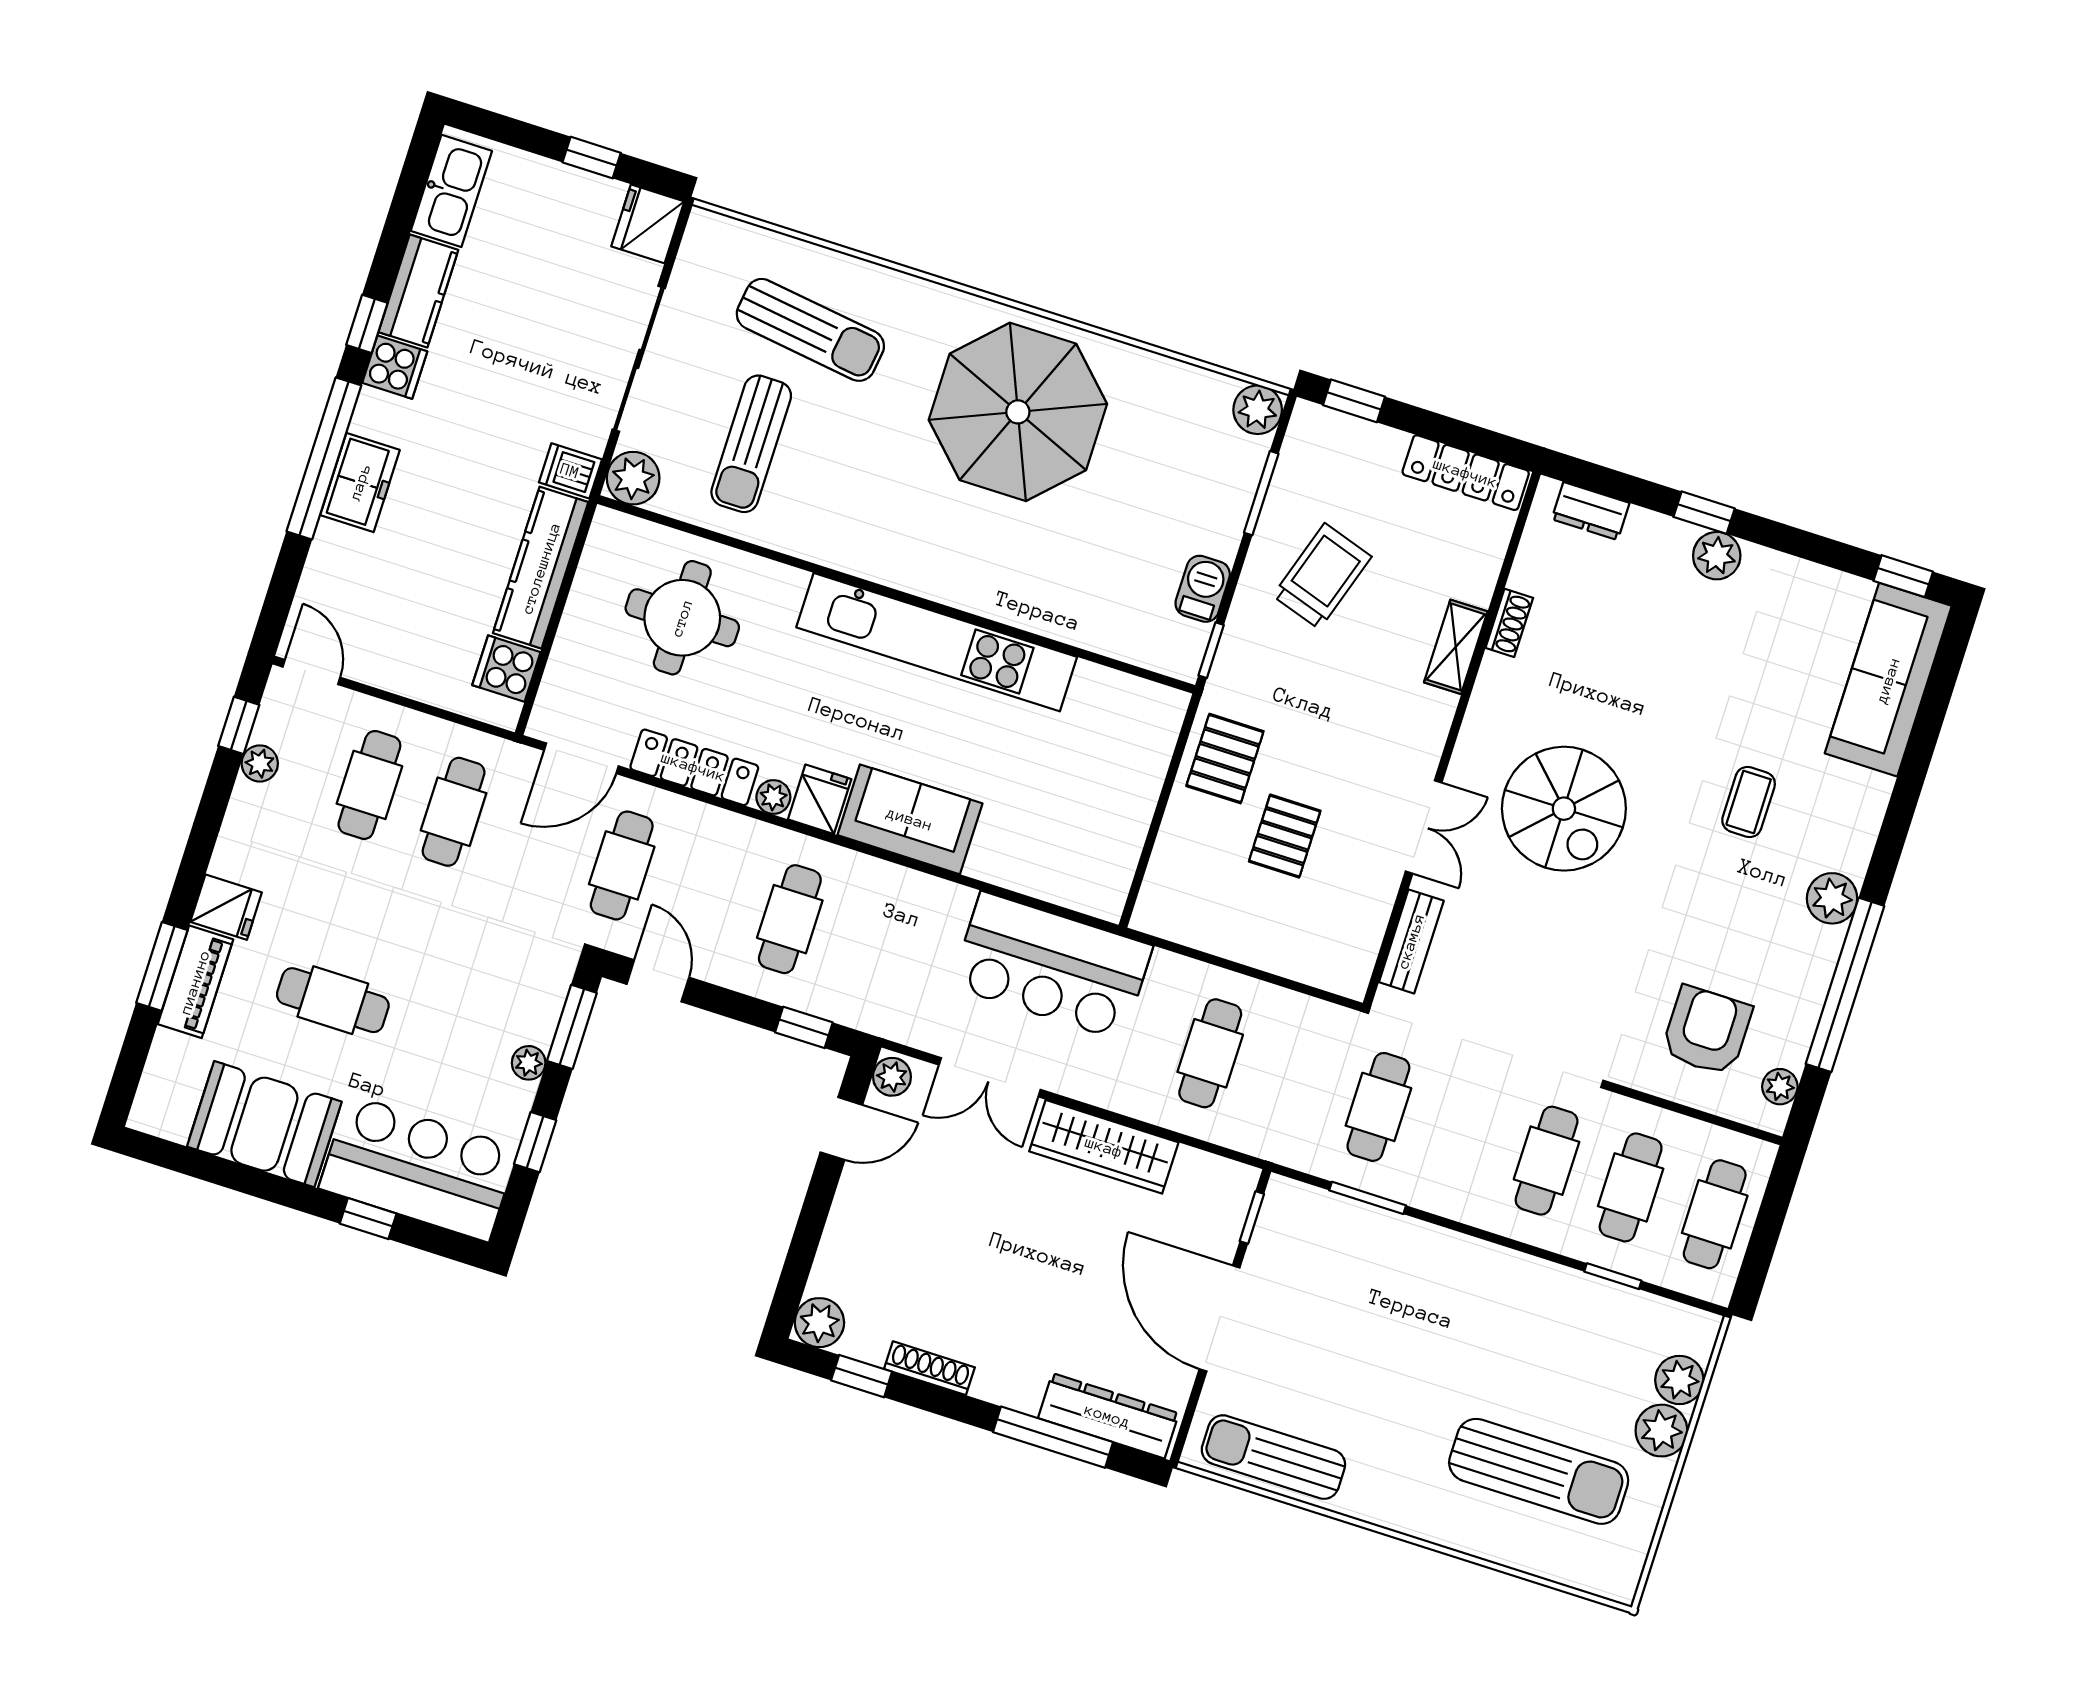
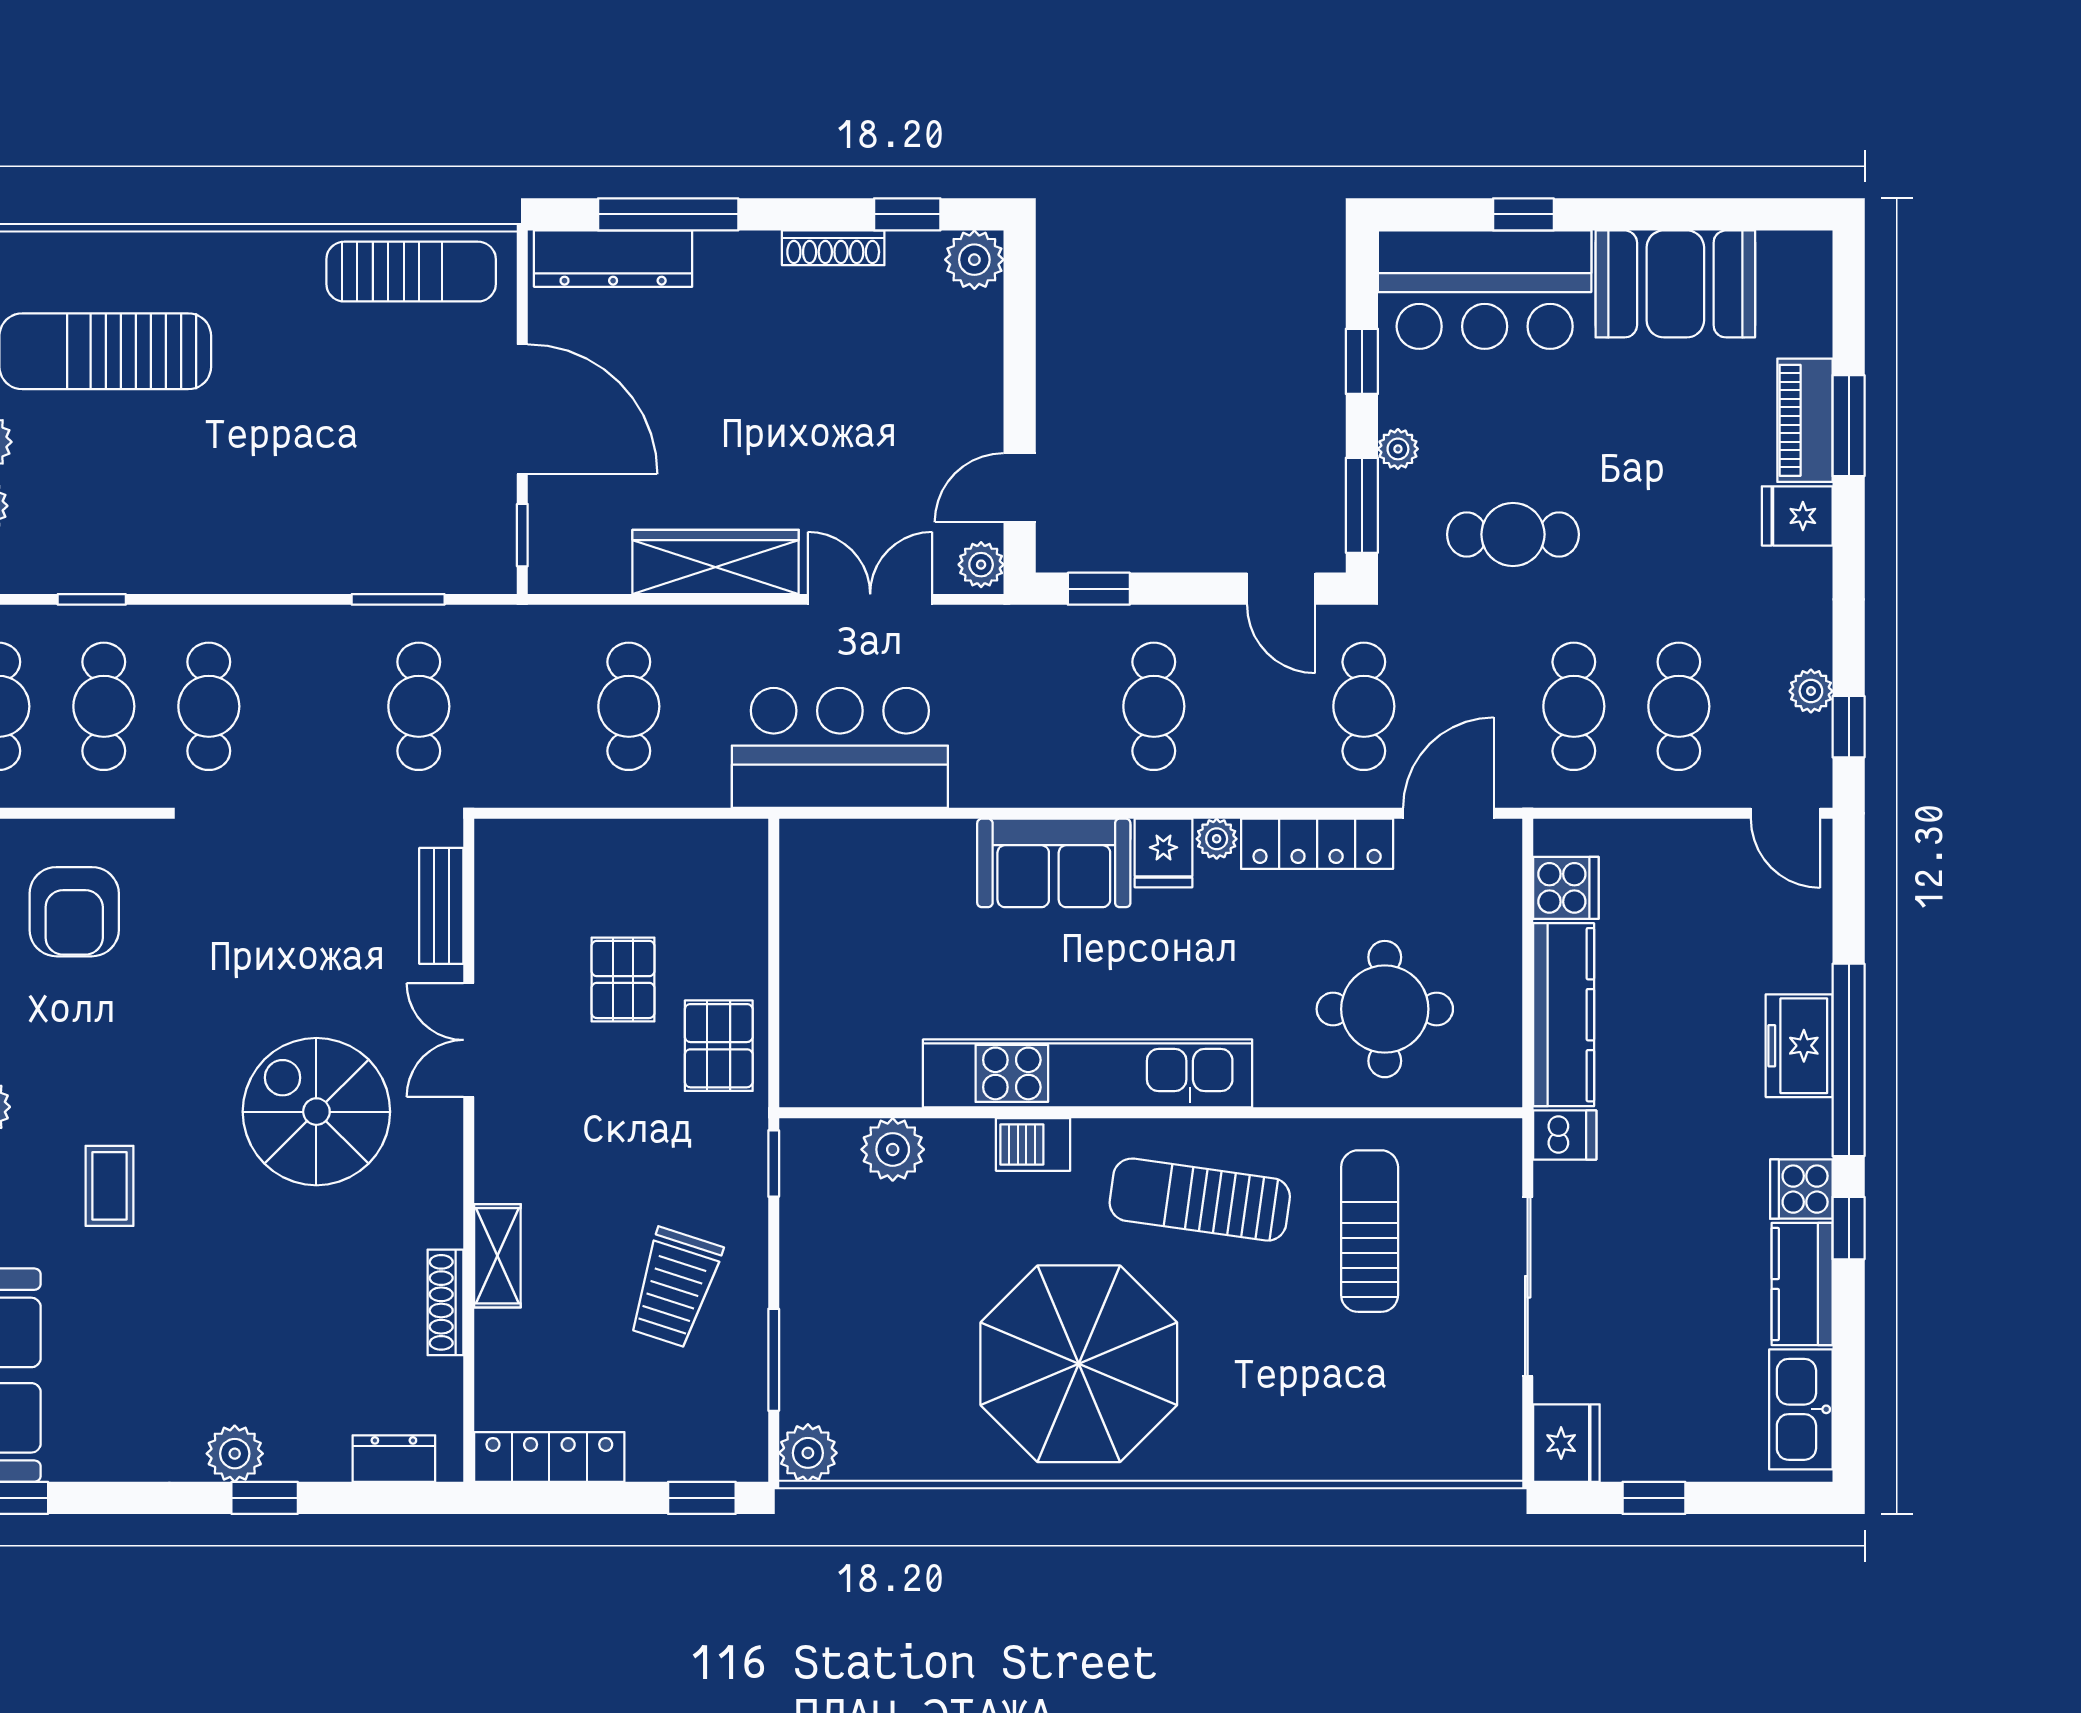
sun lounger: (810, 330) -> (1200, 1200), moved
plant: (633, 478) -> (893, 1149), moved
barbecue: (1203, 589) -> (1033, 1145), moved, turned 90
shoe rack: (1509, 623) -> (446, 1302), width x1.43
cafe table: (333, 1000) -> (1513, 534), moved

